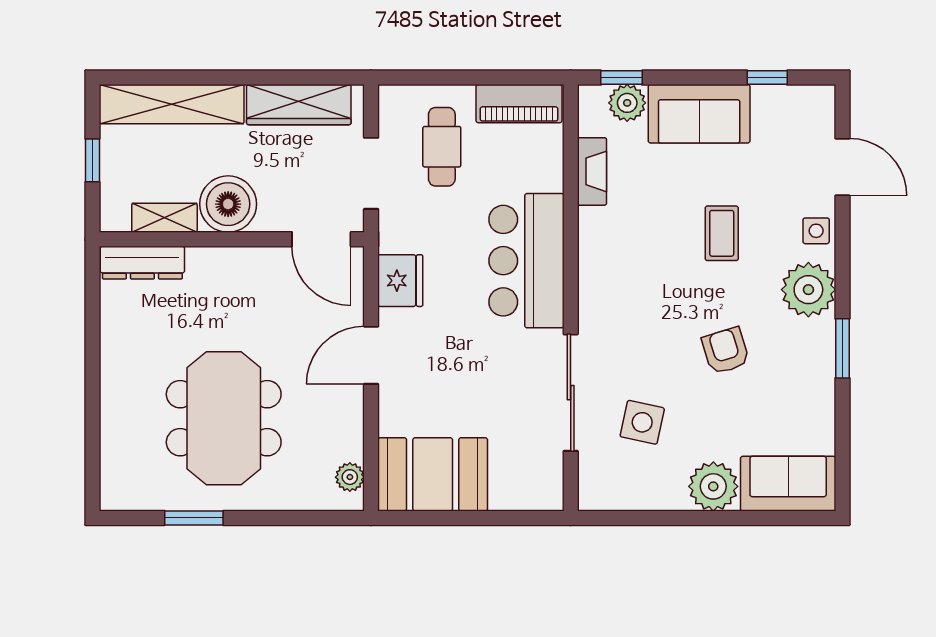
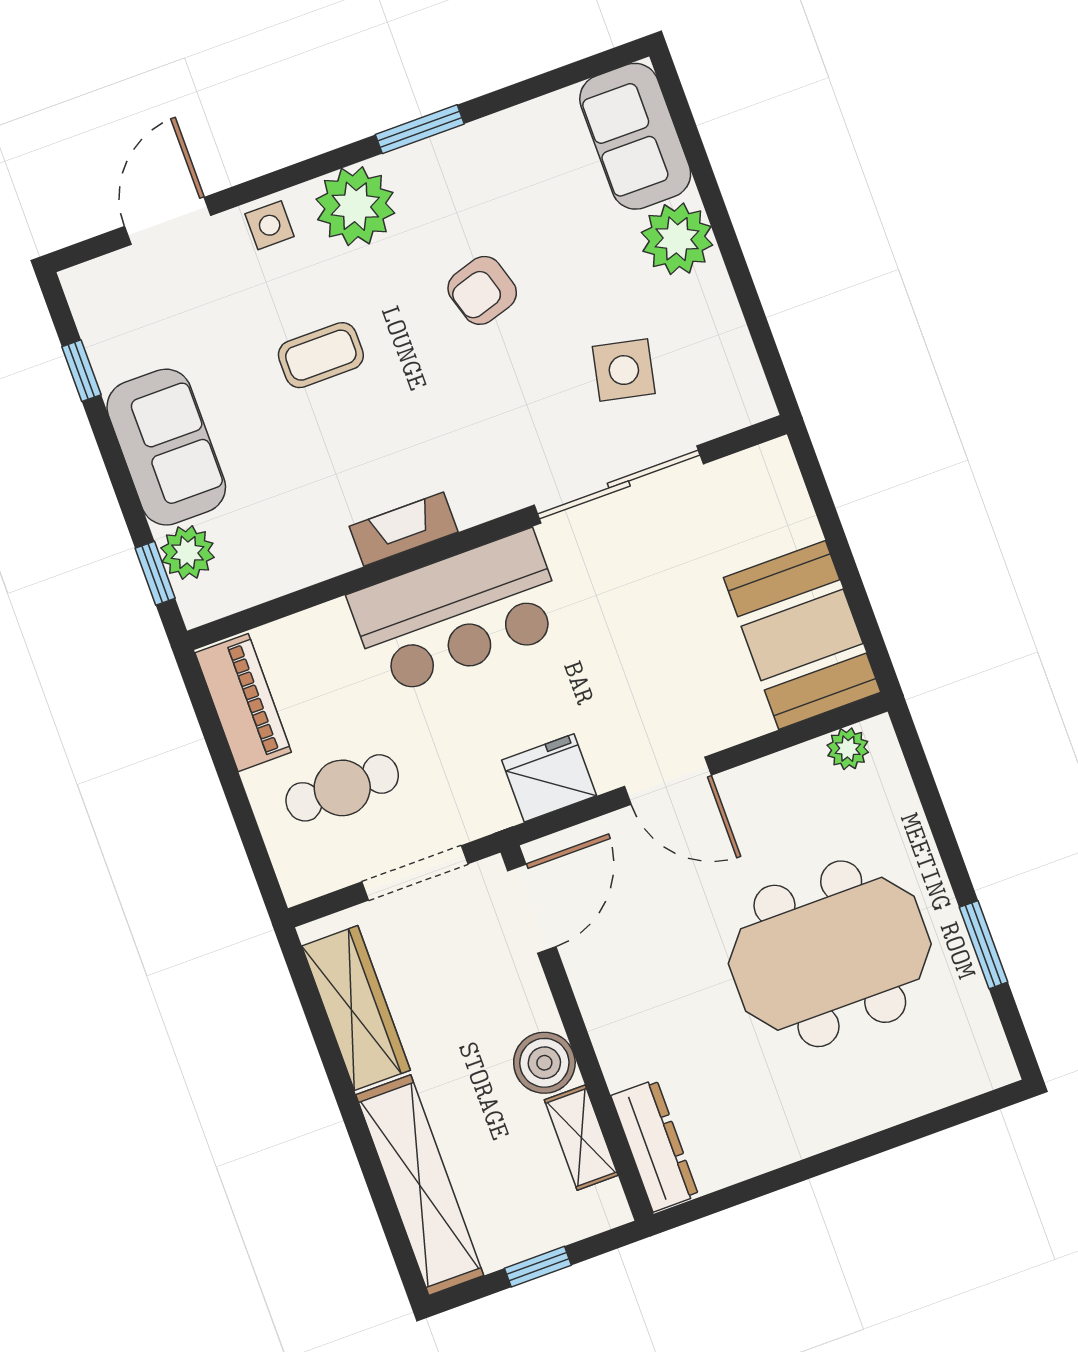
fireplace: (592, 171) -> (404, 529), moved
boiler: (228, 204) -> (544, 1063), width x0.73, depth x0.73

